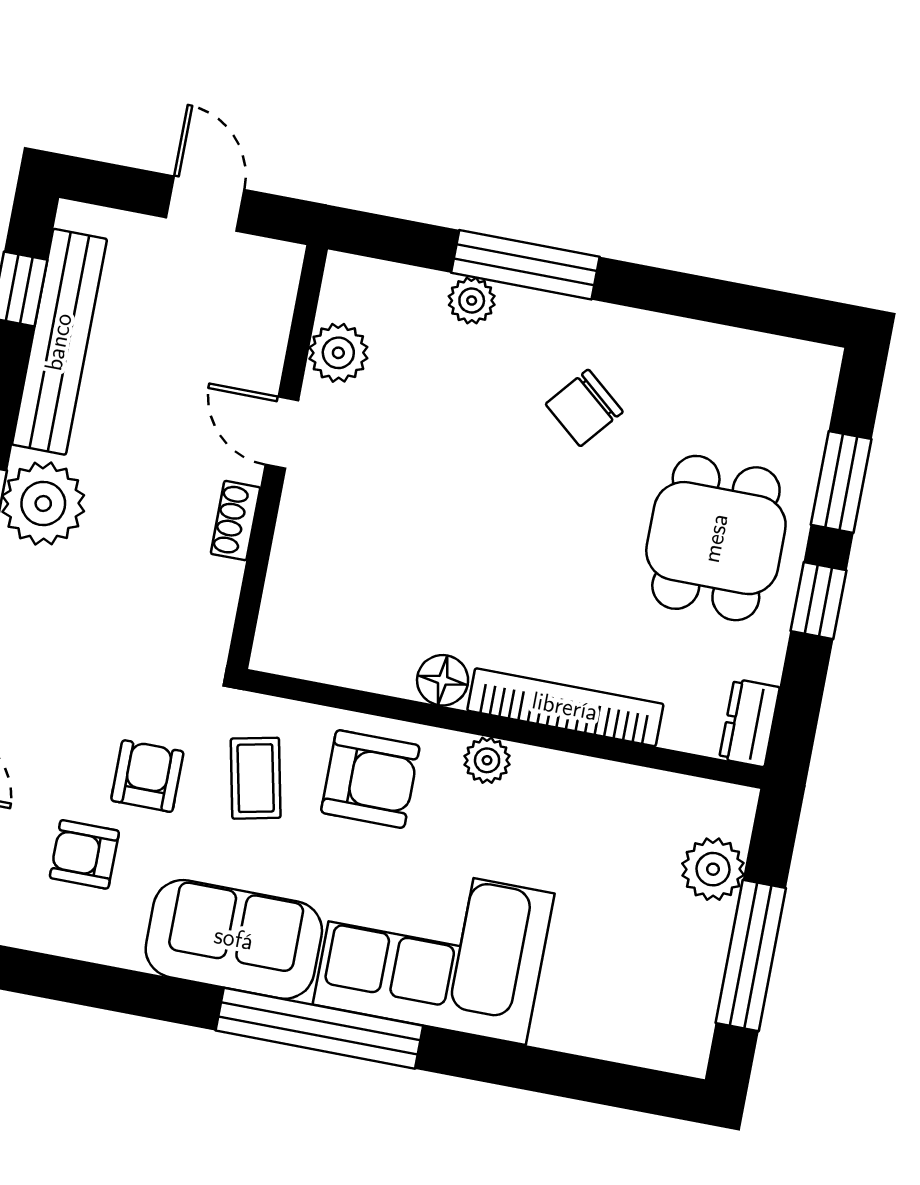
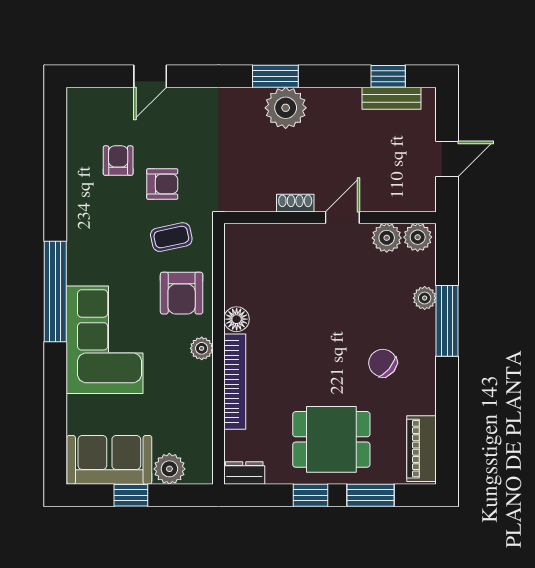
plant: (349, 291) -> (418, 237), added
bench: (59, 342) -> (391, 98), width x0.54, depth x0.82
piano: (768, 363) -> (422, 449), added
sofa: (234, 939) -> (109, 460), moved, turned -90
window: (751, 956) -> (131, 495), width x0.46

